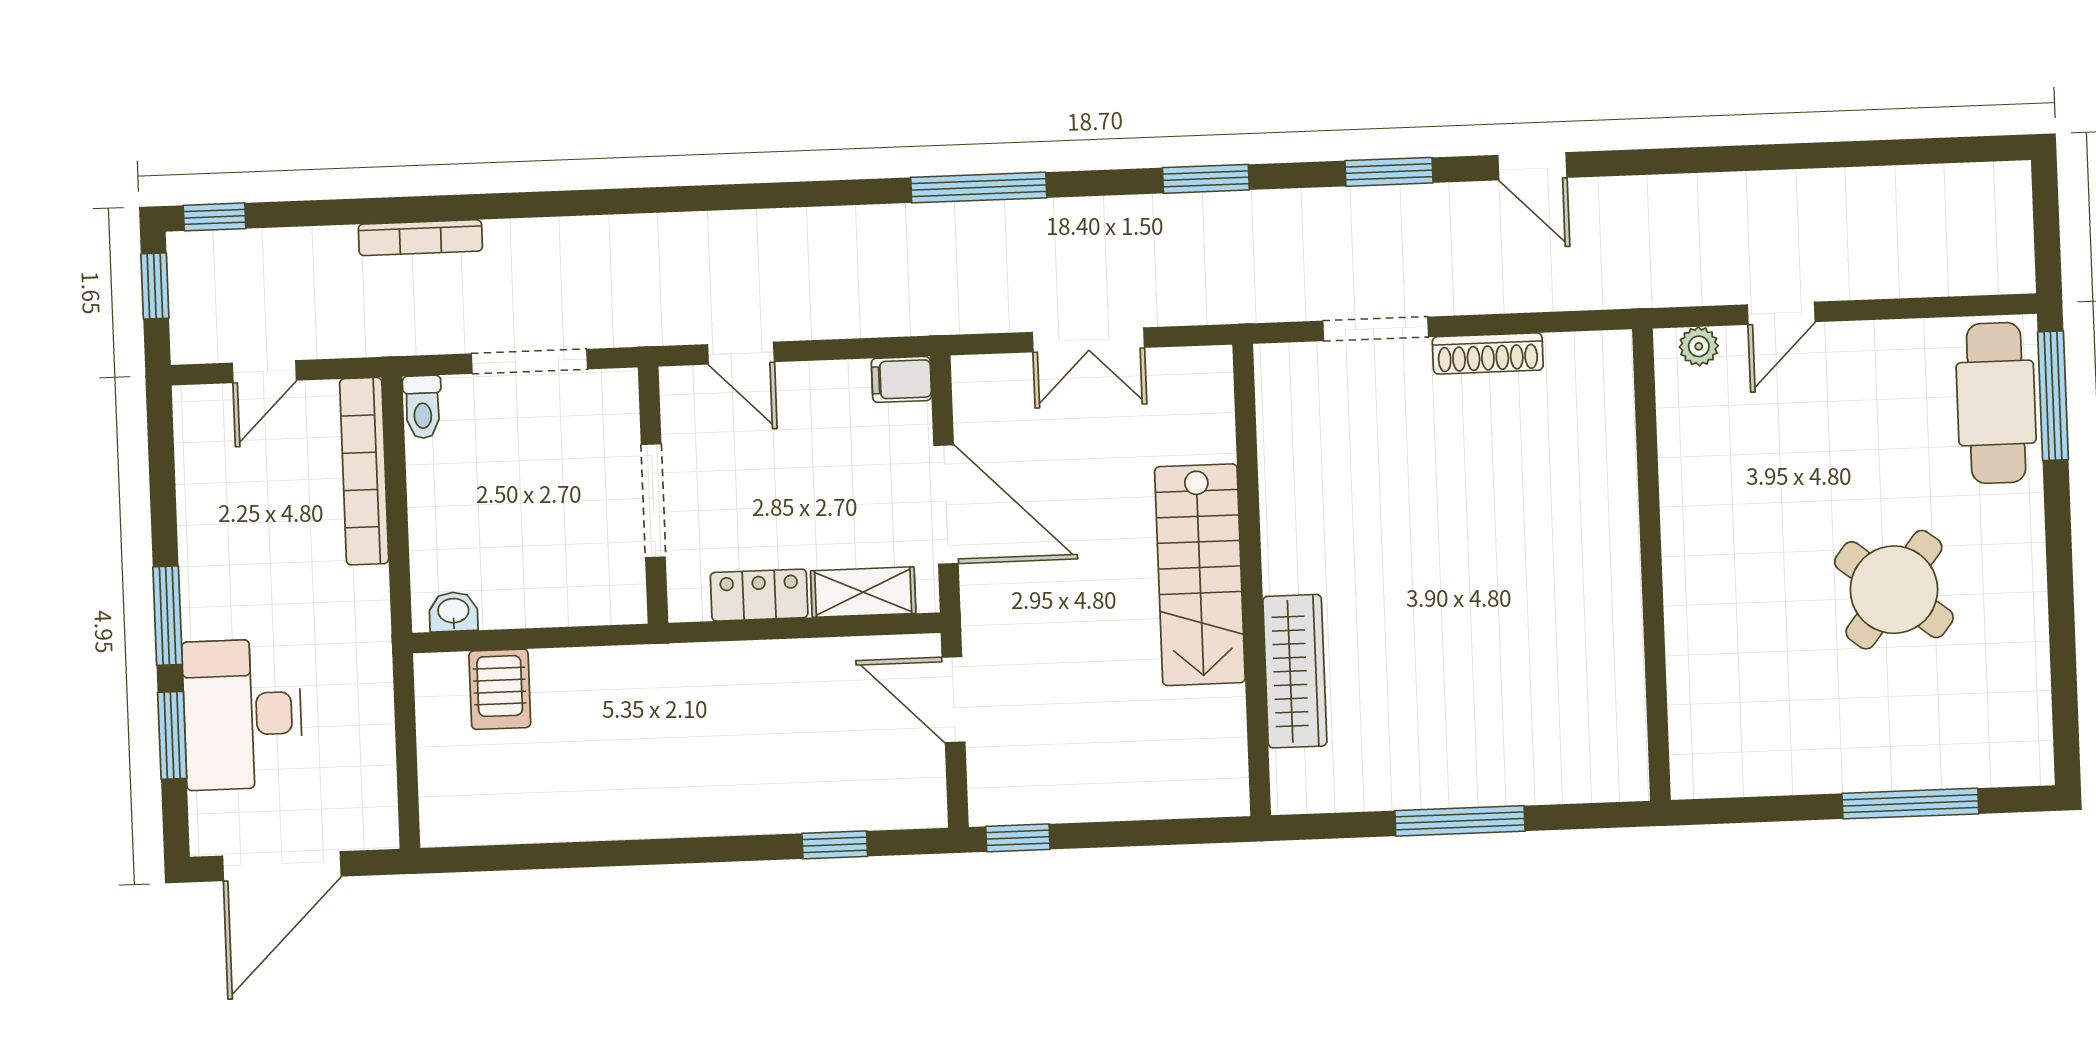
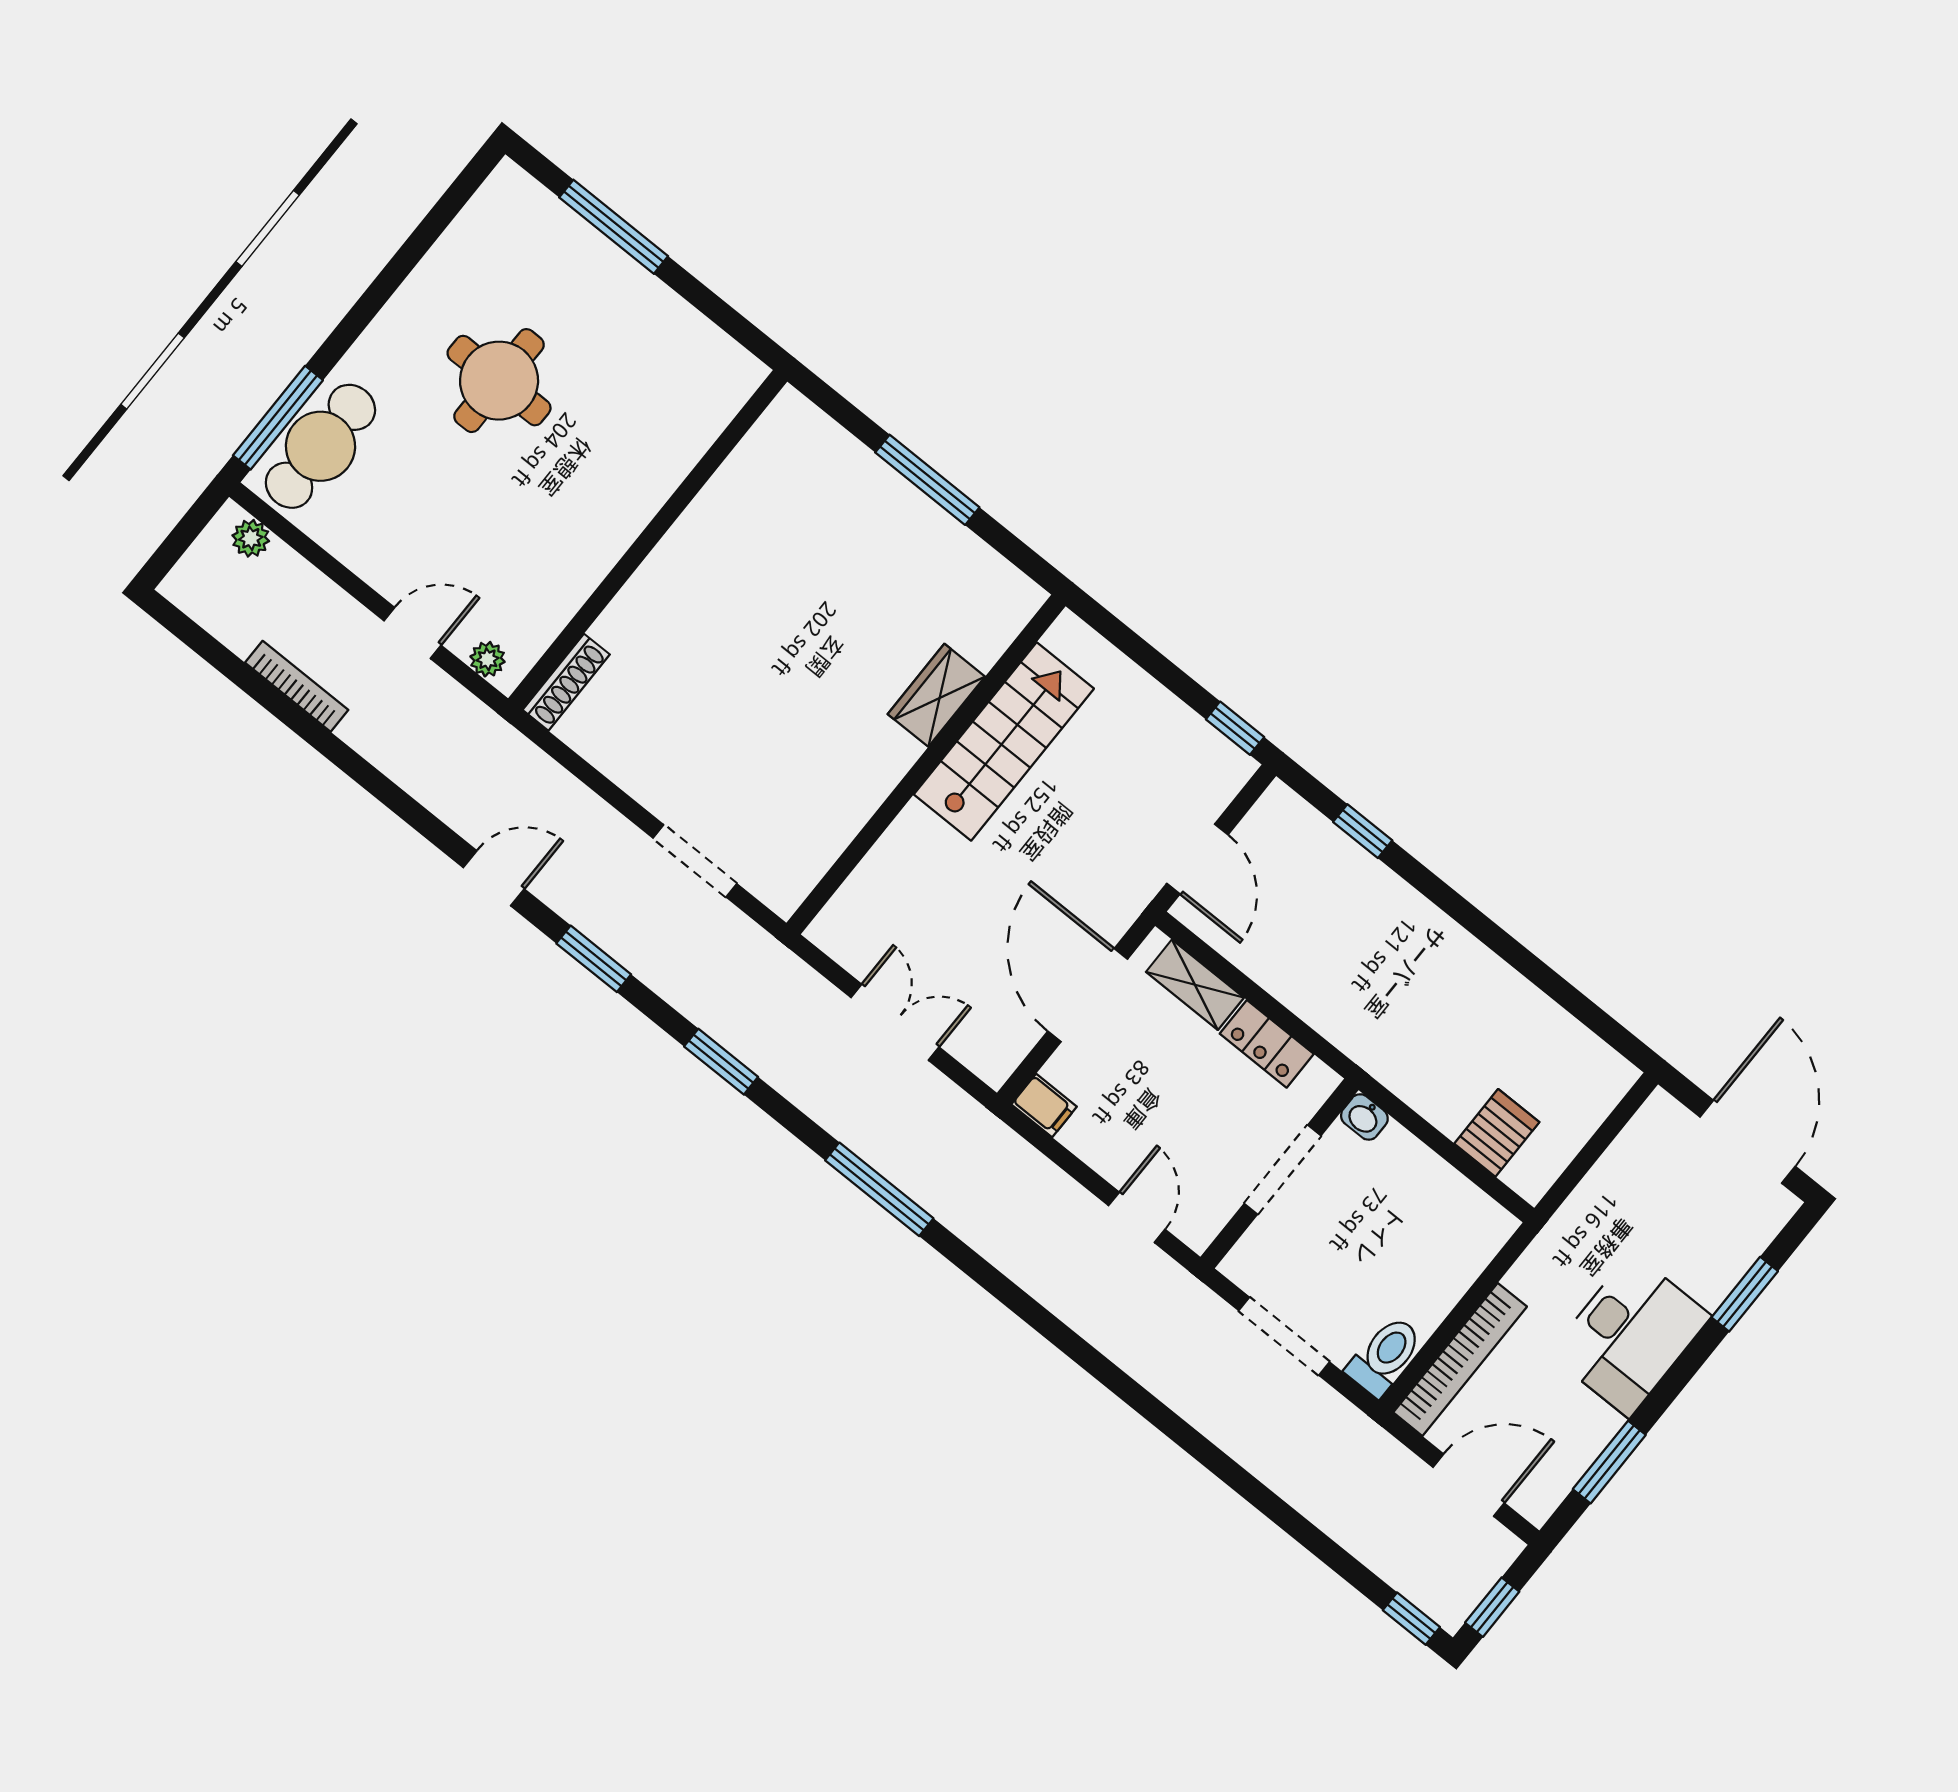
door: (1532, 166) -> (494, 878), hinge flipped
bookcase: (420, 238) -> (297, 686), moved
plant: (1987, 274) -> (251, 538), added
shoe rack: (1488, 353) -> (566, 682), moved, turned 90
door: (264, 372) -> (1469, 1485), width x1.38
toilet: (423, 407) -> (1385, 1356), width x1.37, depth x1.39
stairs: (1200, 575) -> (1004, 742), moved
round table: (1894, 590) -> (499, 381), turned -38
washbasin: (453, 612) -> (1364, 1117), moved
window: (168, 616) -> (1609, 1462), moved
wardrobe: (1295, 671) -> (936, 695), width x0.67
desk: (243, 714) -> (1630, 1335), moved
door: (282, 866) -> (1748, 1142), hinge flipped

